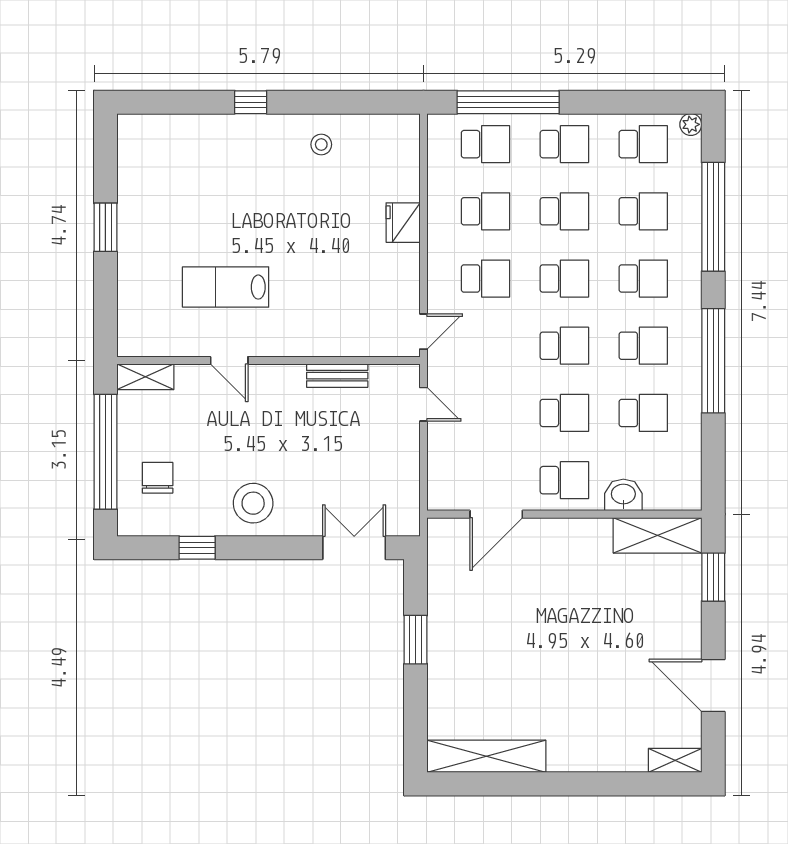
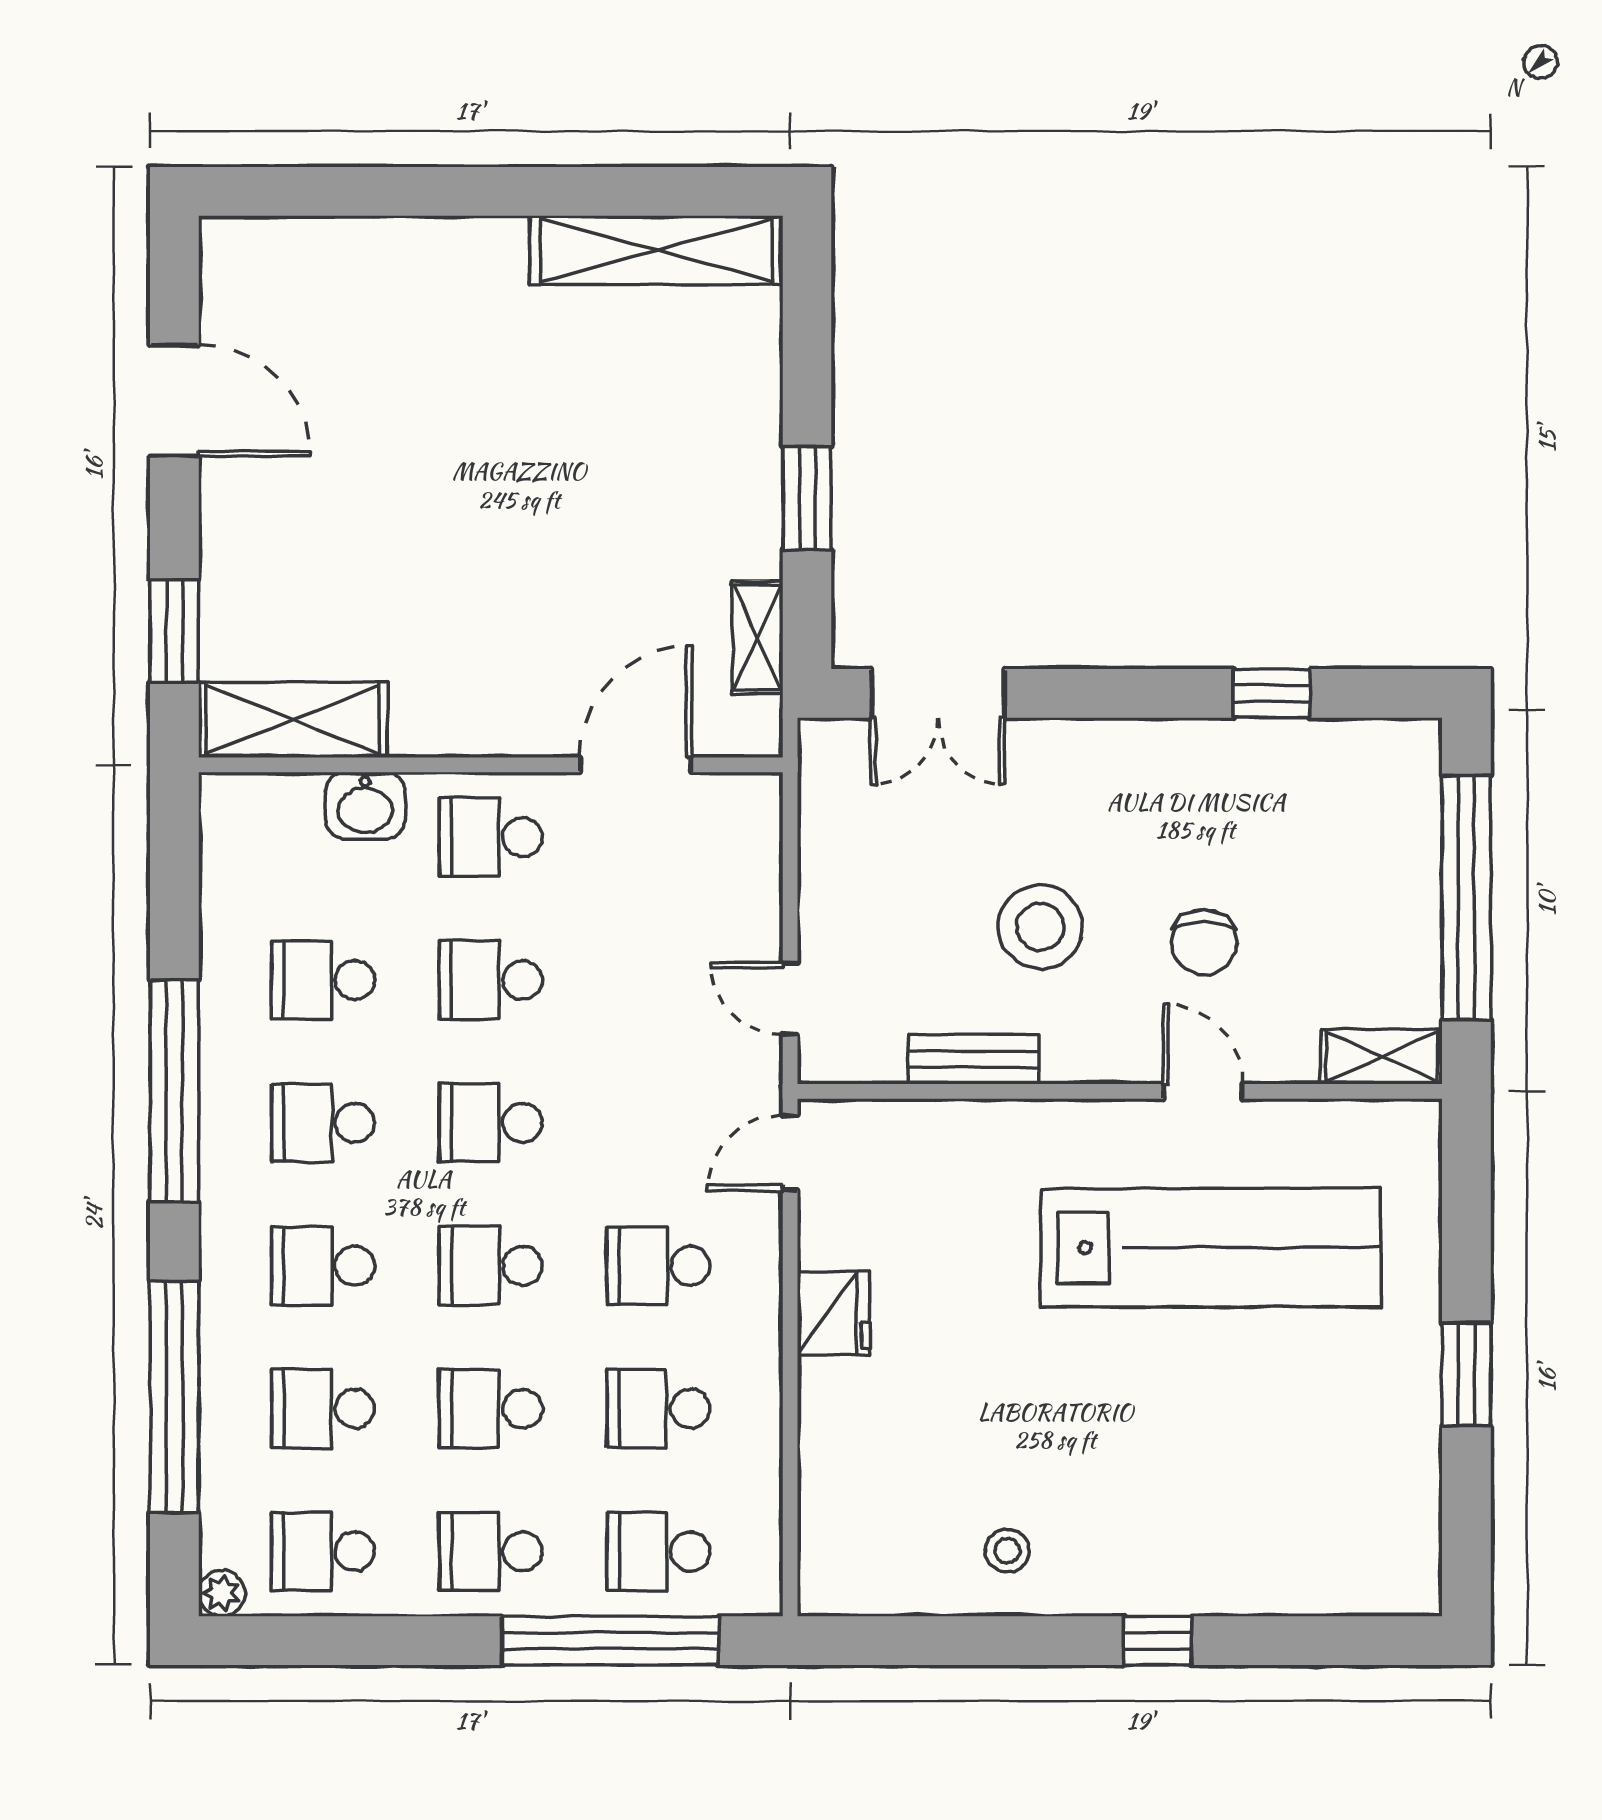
fridge: (403, 223) -> (834, 1313), moved
lab bench: (226, 287) -> (1211, 1248), width x1.86, depth x1.39
chair: (158, 478) -> (1204, 942), moved
stool: (253, 503) -> (1040, 927), moved
shelving: (675, 760) -> (757, 637), moved, turned 90

